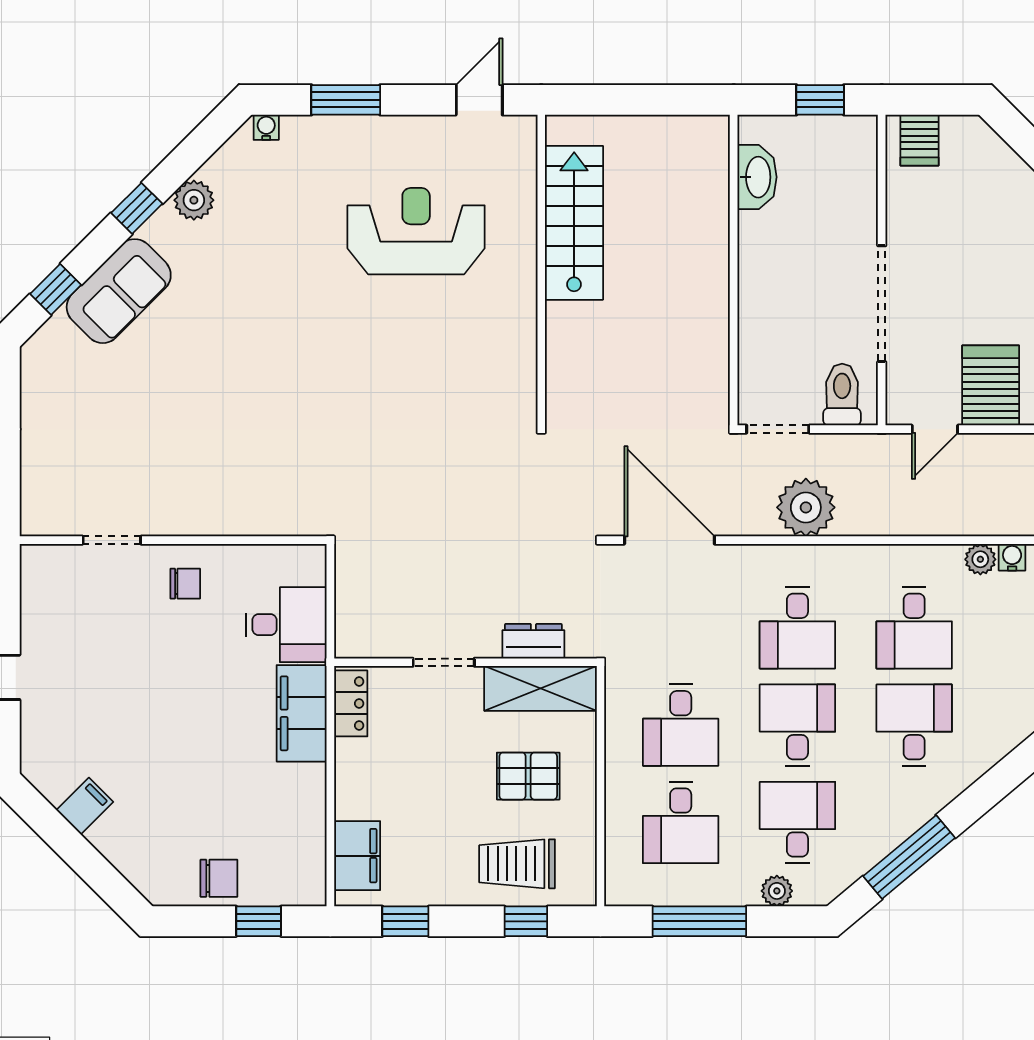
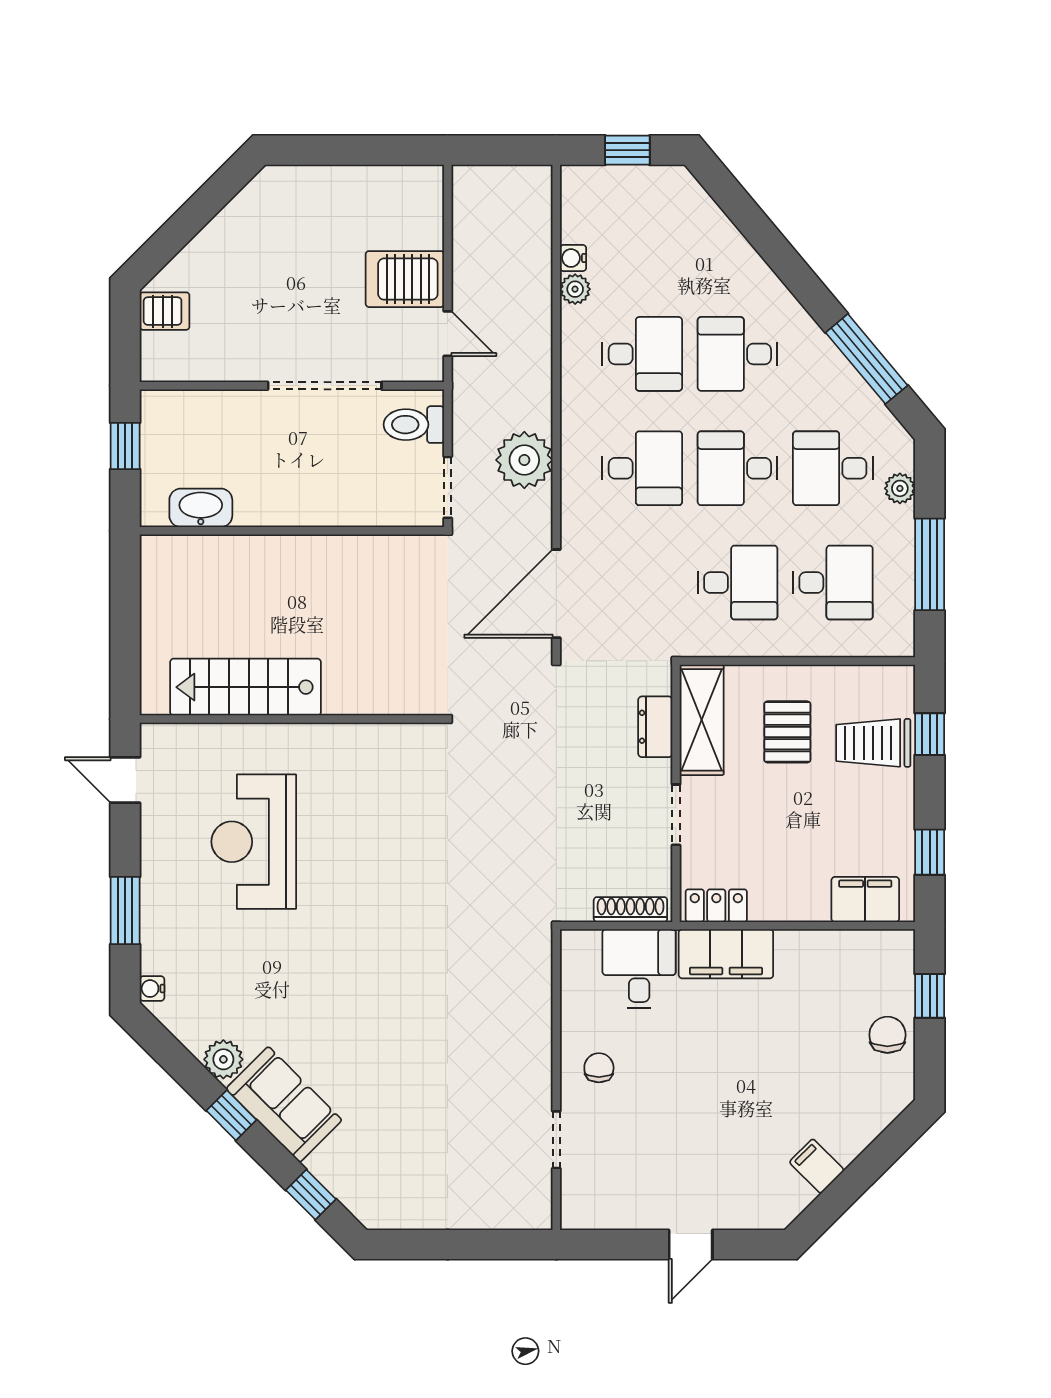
server rack: (920, 140) -> (165, 311), moved
sofa: (119, 291) -> (284, 1104), moved
shoe rack: (347, 616) -> (630, 910), added
trolley: (517, 864) -> (873, 743), turned 90

